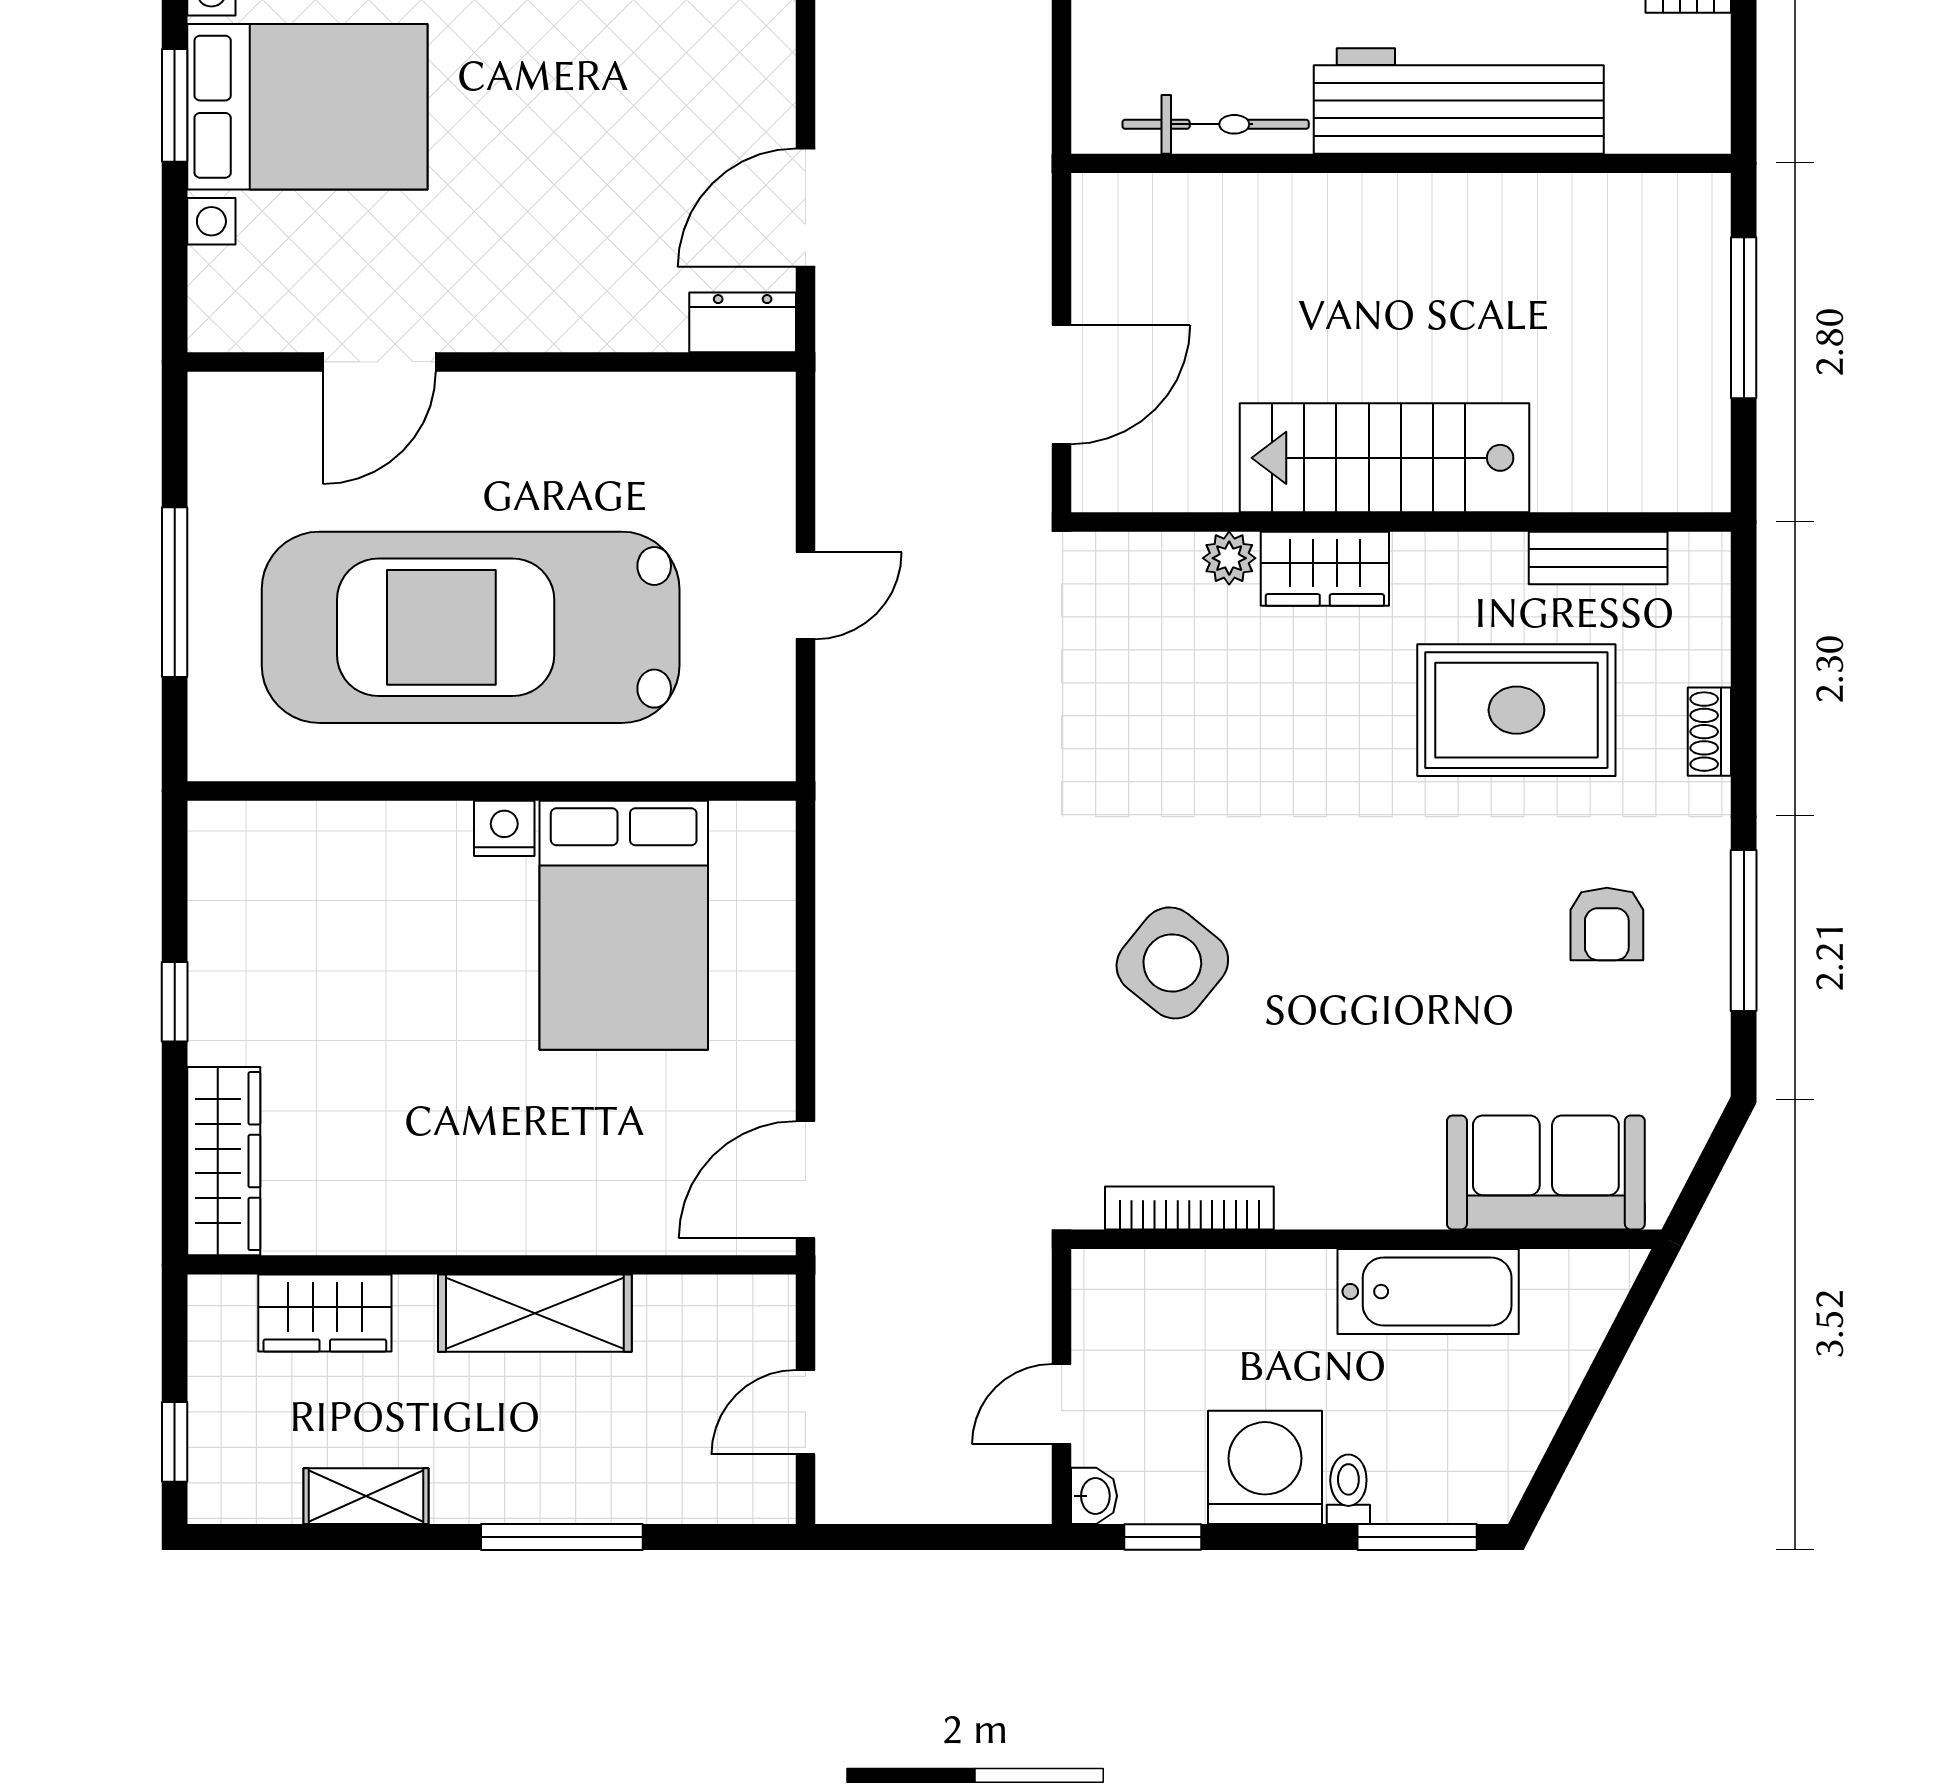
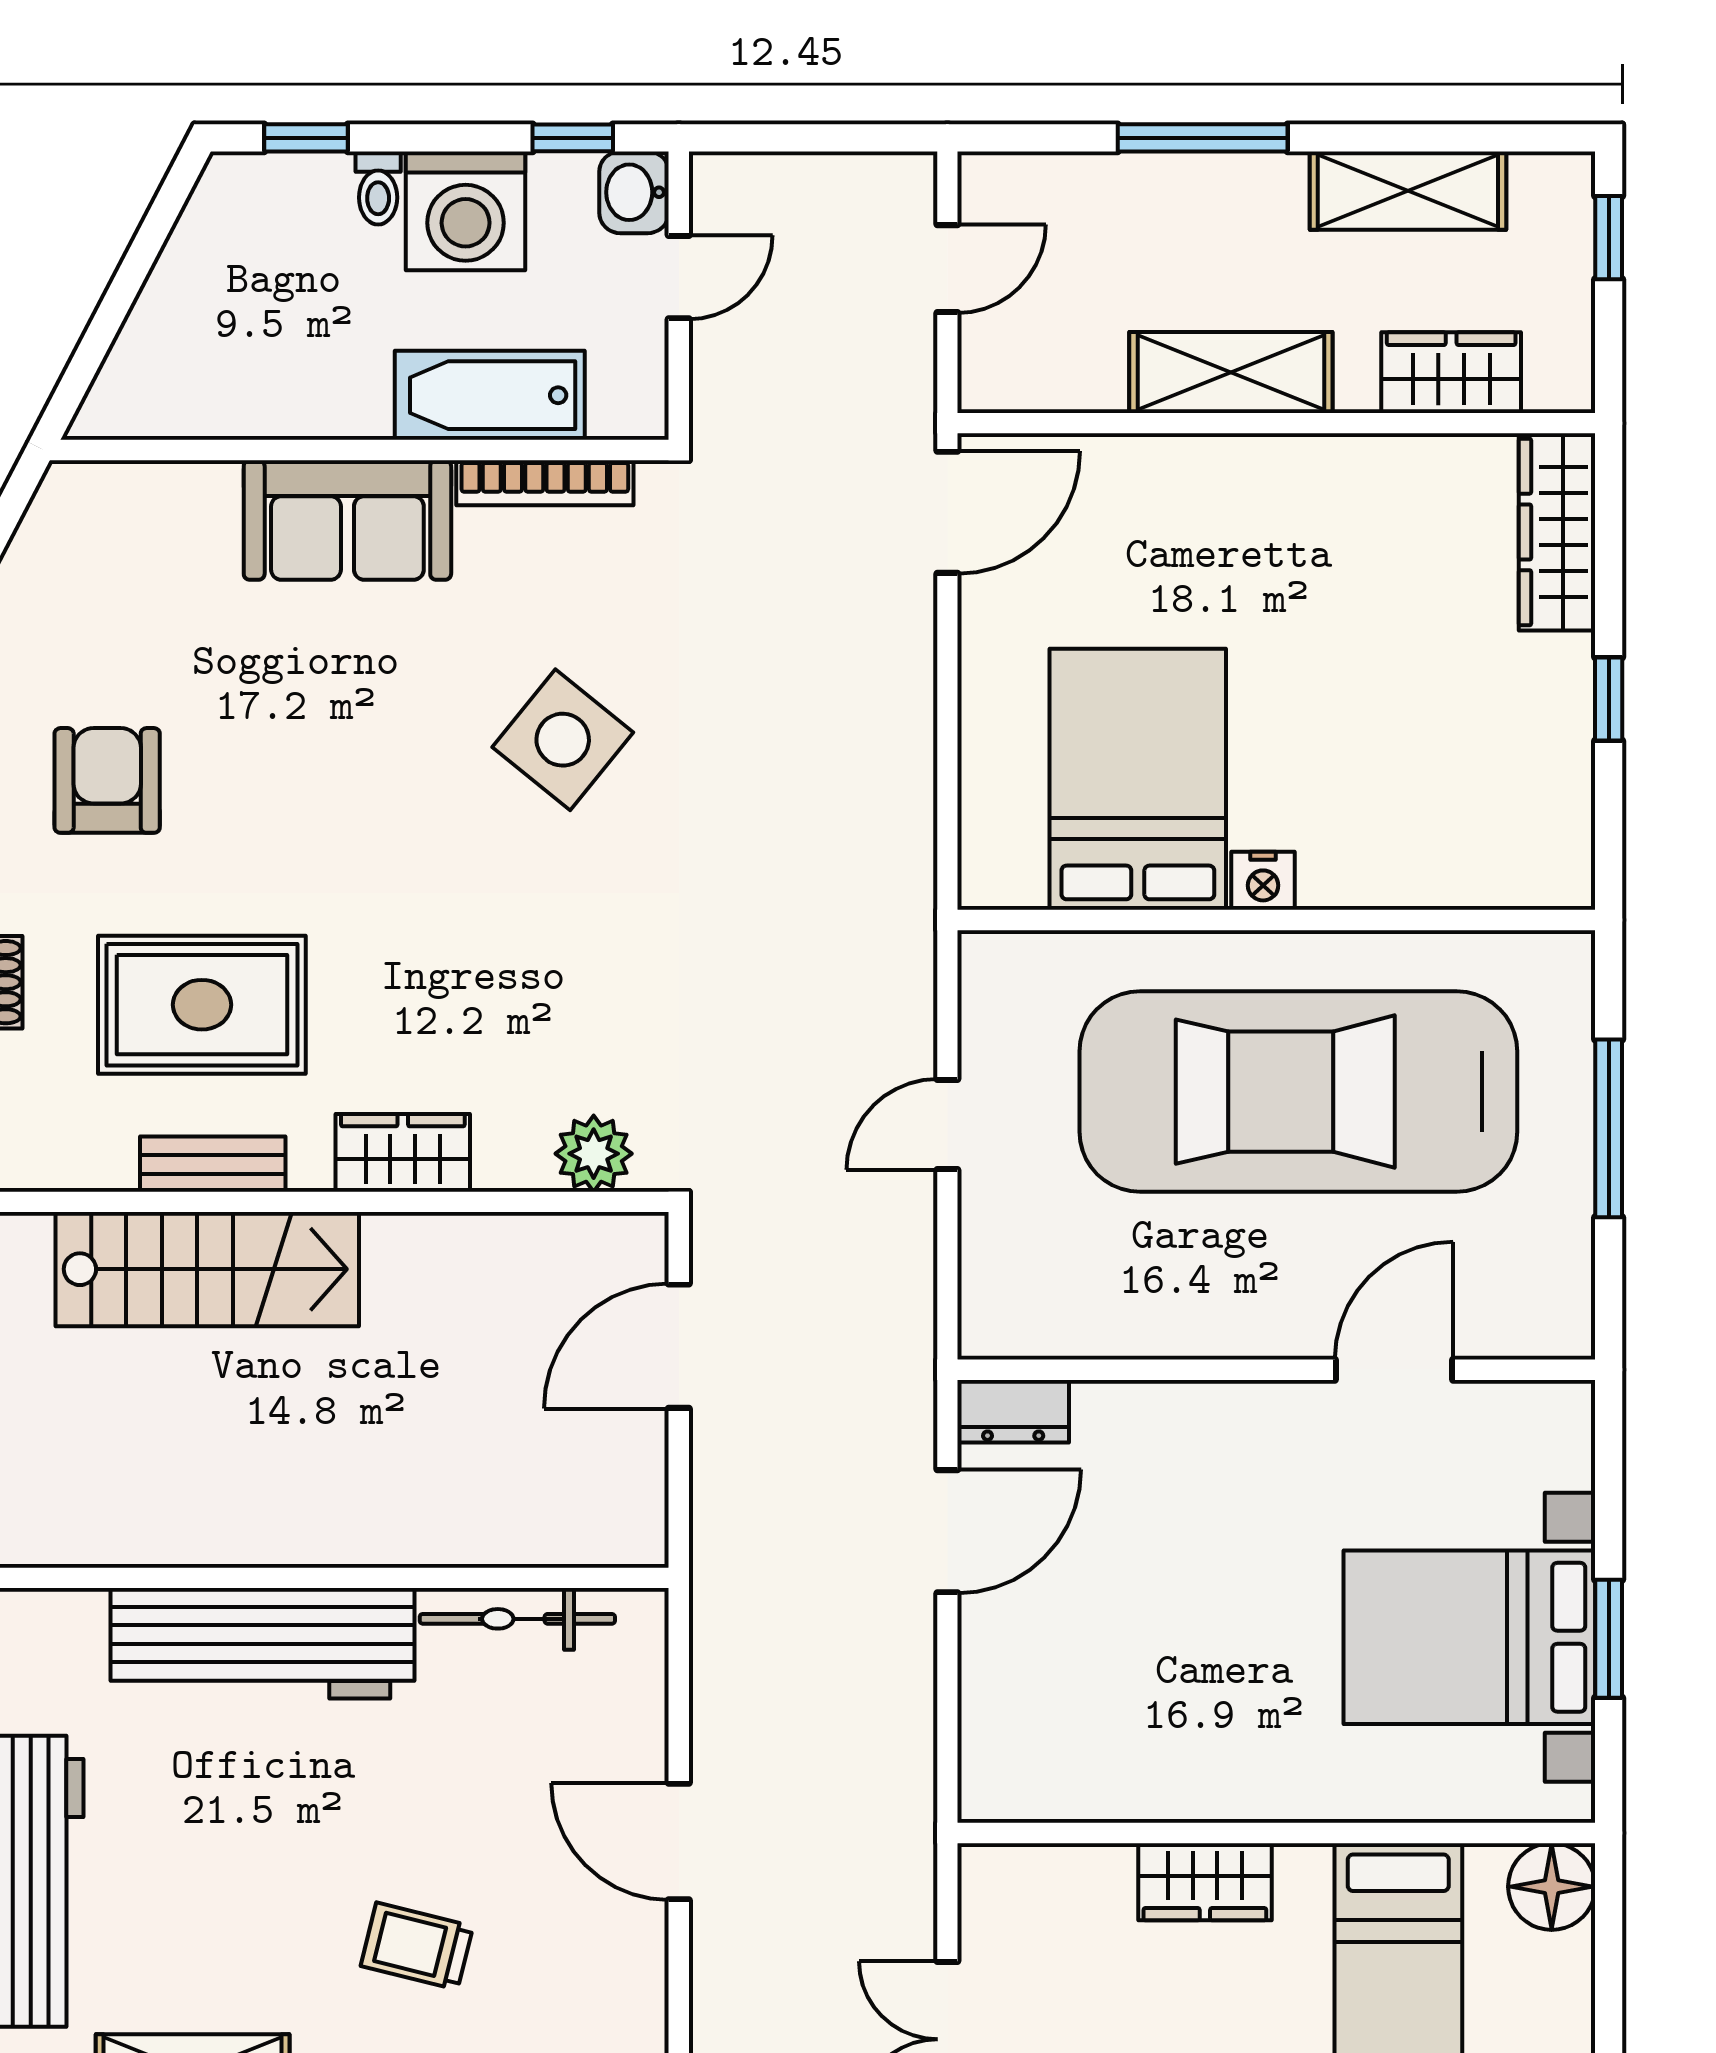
stairs: (1384, 458) -> (207, 1269), moved
plant: (1229, 558) -> (594, 1154), moved, width x1.38, depth x1.38
bench: (1598, 558) -> (213, 1164), moved
car: (471, 627) -> (1298, 1092), turned 180
armchair: (1607, 924) -> (107, 780), width x1.38, depth x1.38
sofa: (1546, 1172) -> (347, 520), moved
bathtub: (1428, 1292) -> (490, 395), moved
shelving: (366, 1496) -> (1408, 191), width x1.50, depth x1.33
washbasin: (1094, 1496) -> (634, 192), width x1.38, depth x1.45
window: (1417, 1537) -> (306, 138), width x0.67

